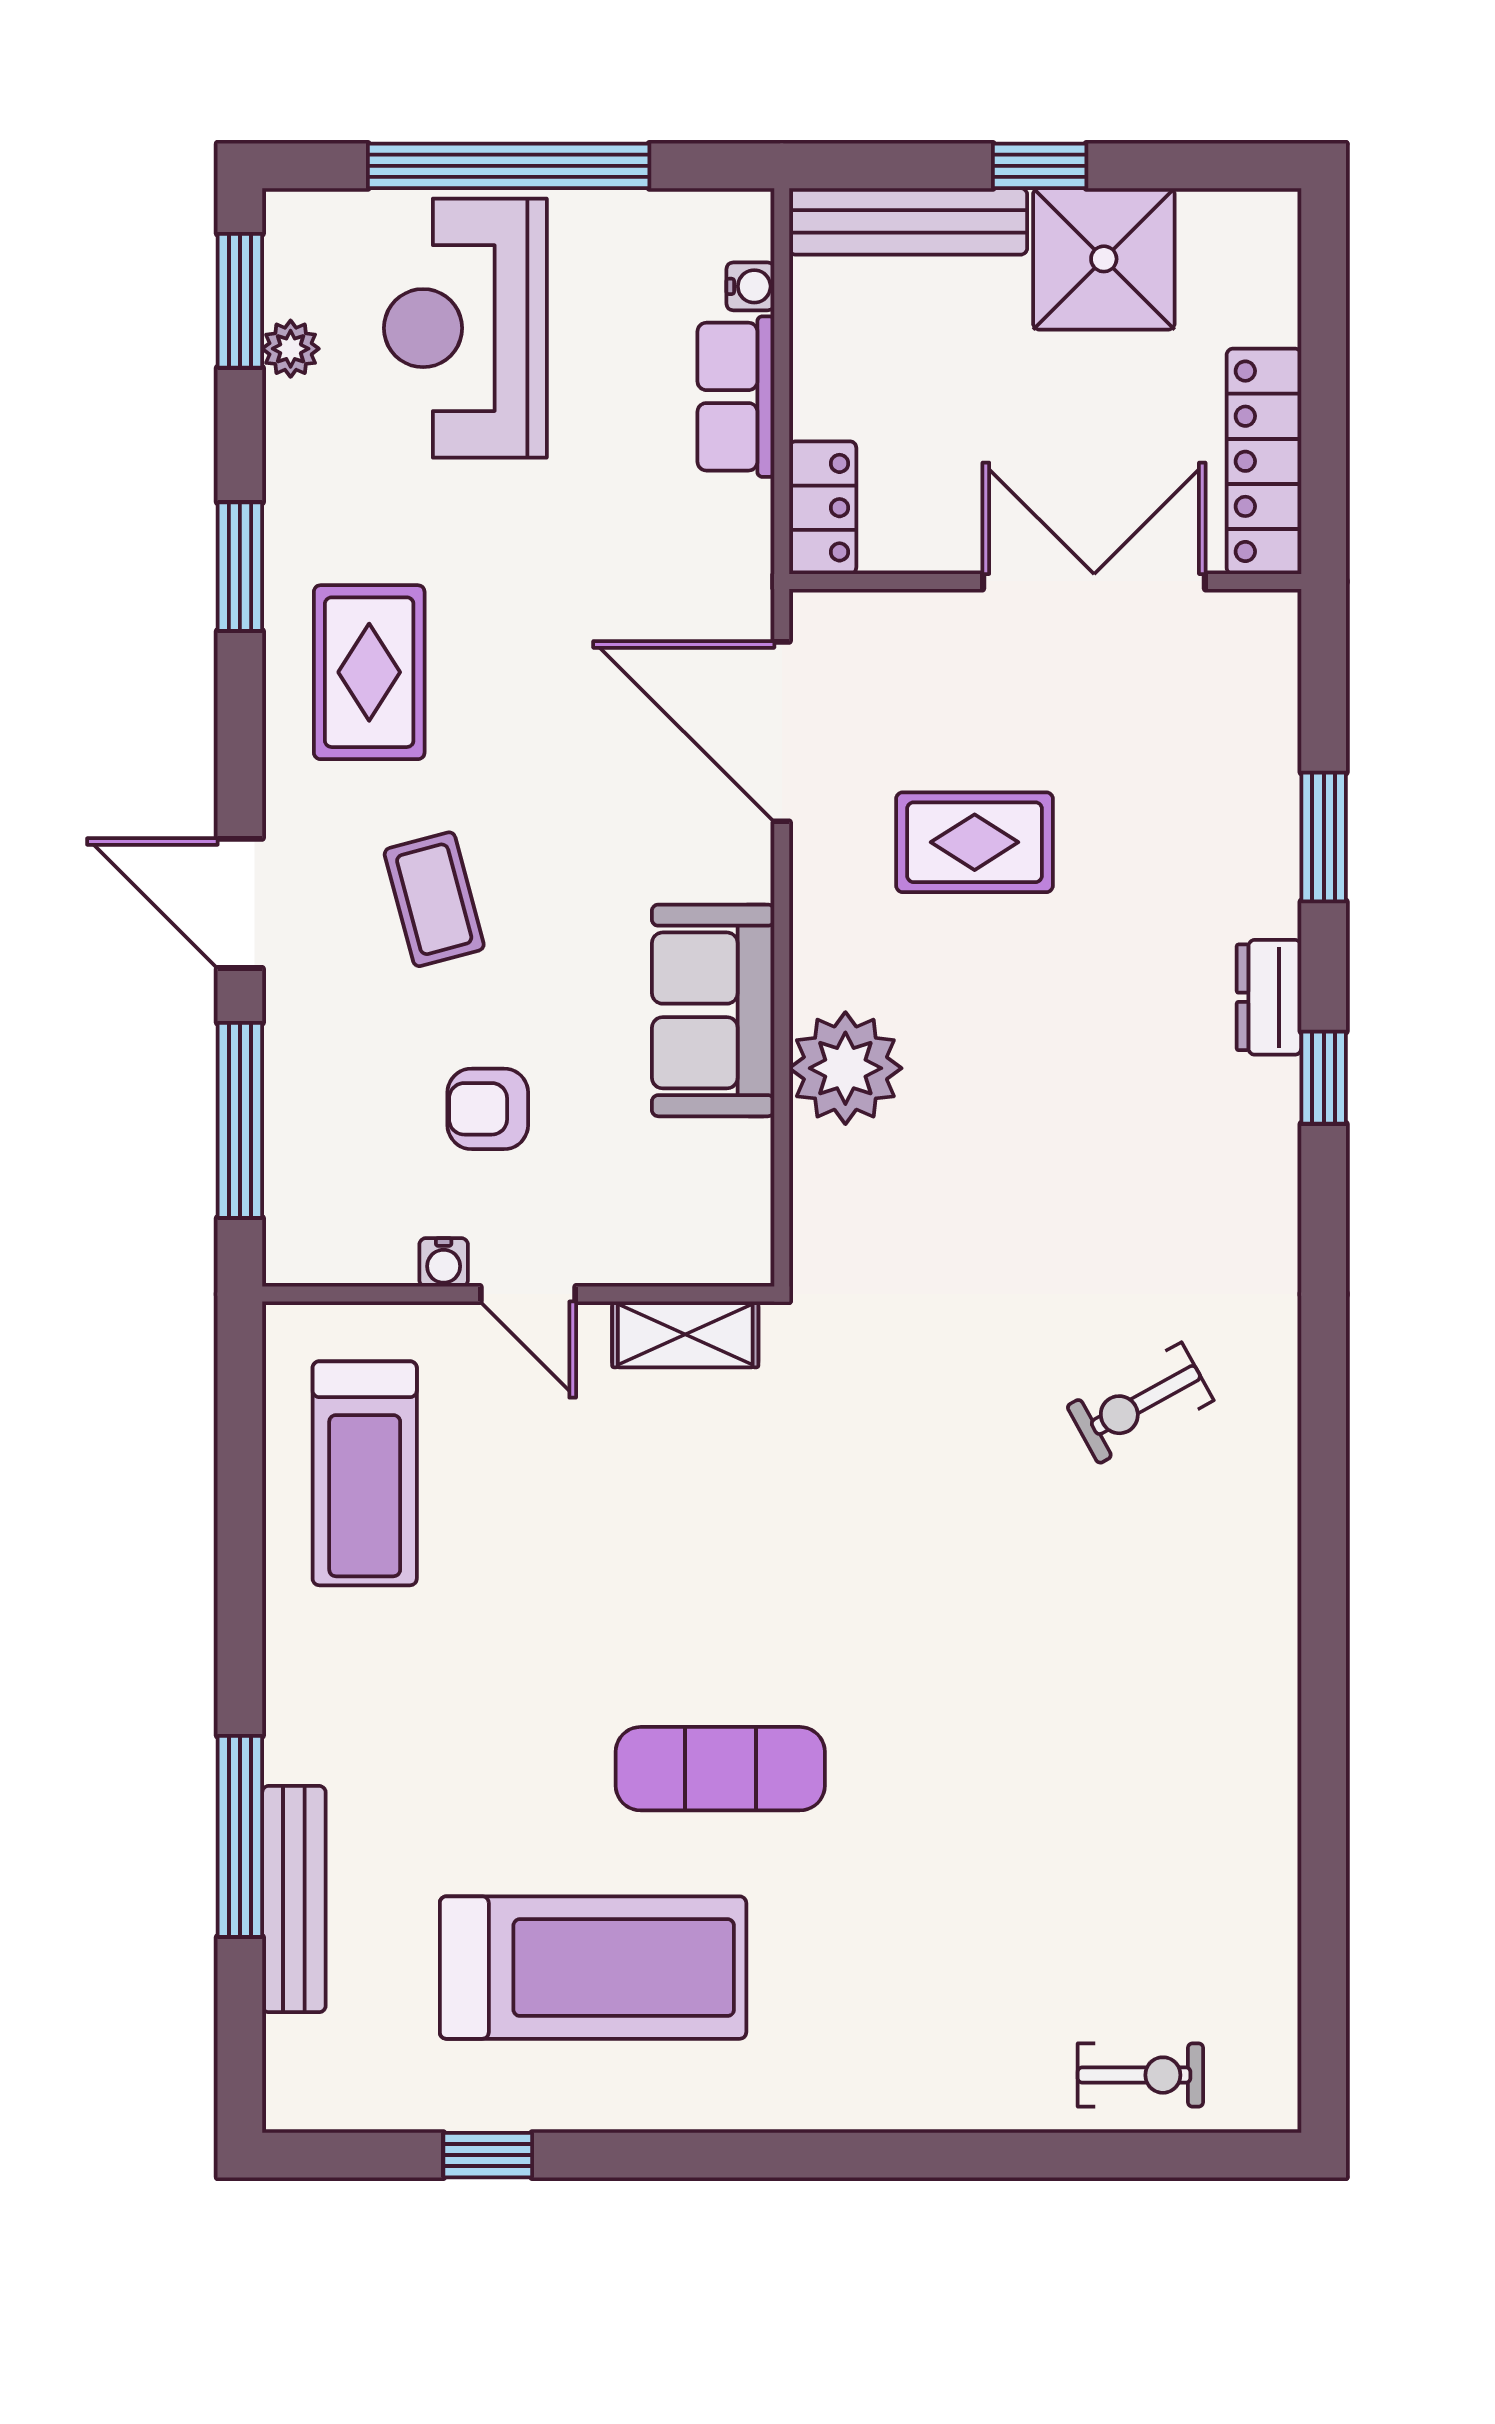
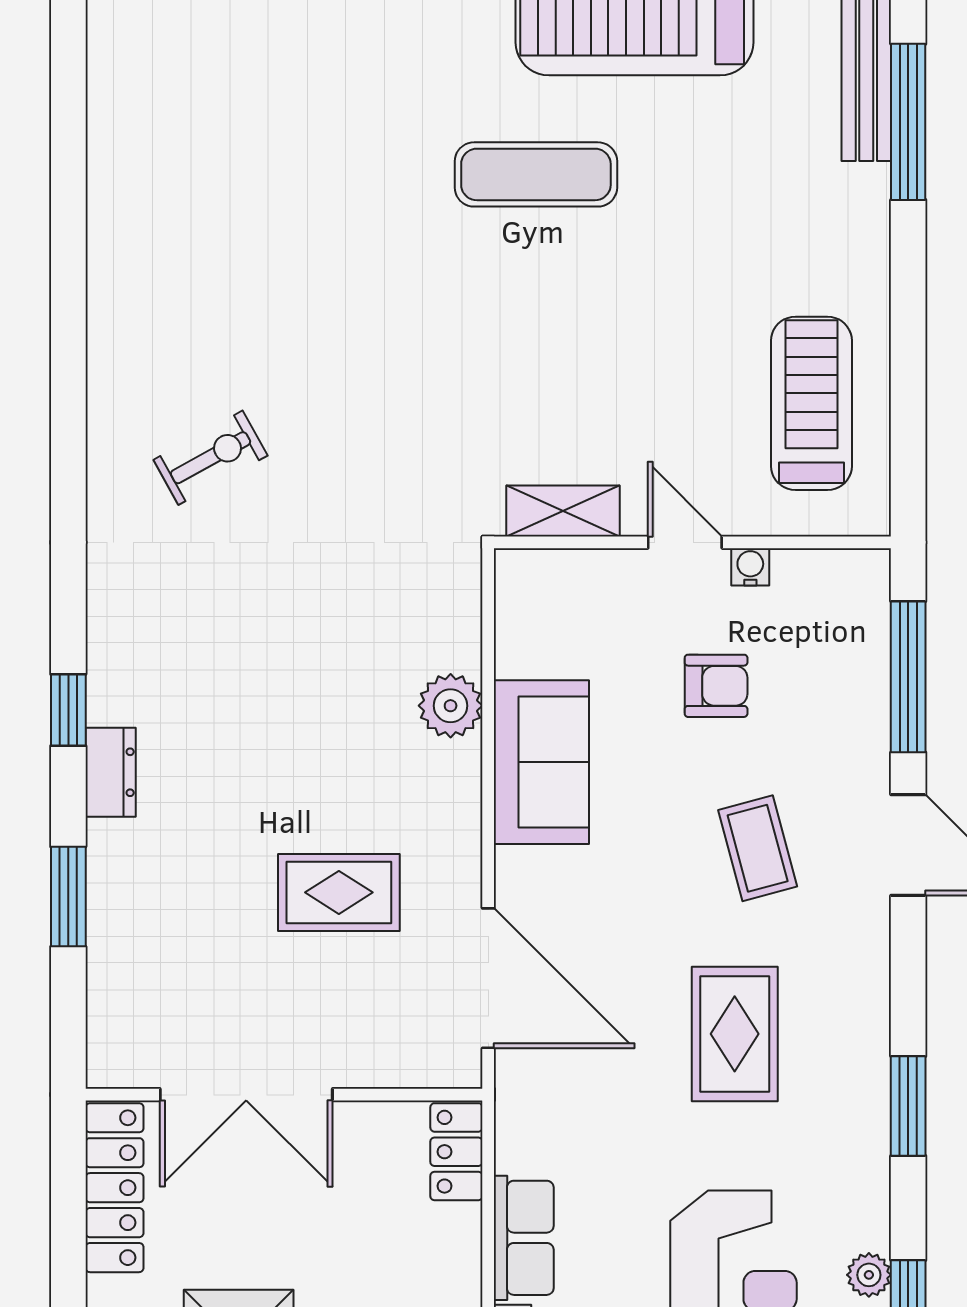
rug: (369, 672) -> (735, 1034), moved
plant: (845, 1068) -> (451, 706), width x0.73, depth x0.73

